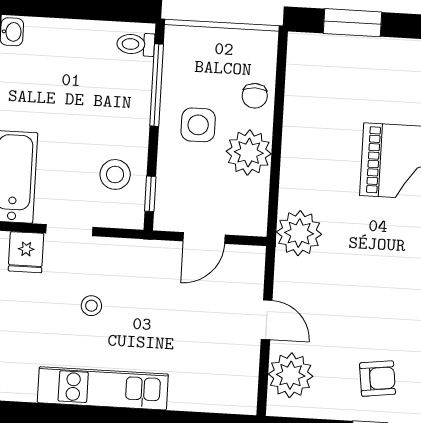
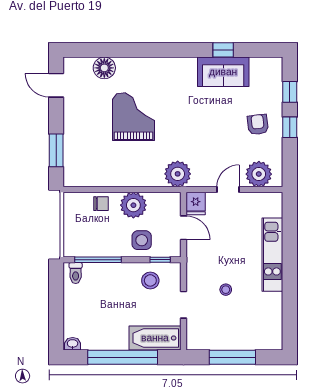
side table: (198, 125) -> (142, 240), moved
fridge: (26, 252) -> (196, 203), moved, turned 90
kitchen unit: (103, 388) -> (272, 255), moved

